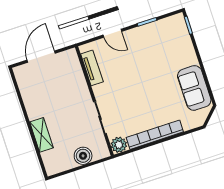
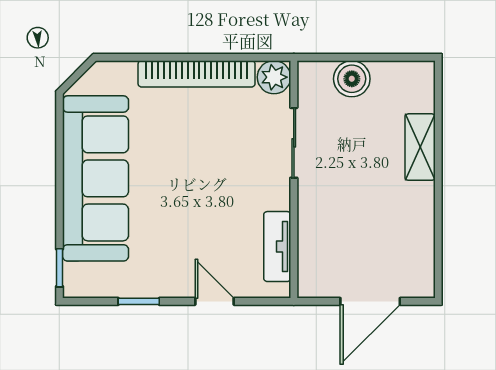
sofa: (194, 88) -> (96, 178), width x1.85, depth x1.27

